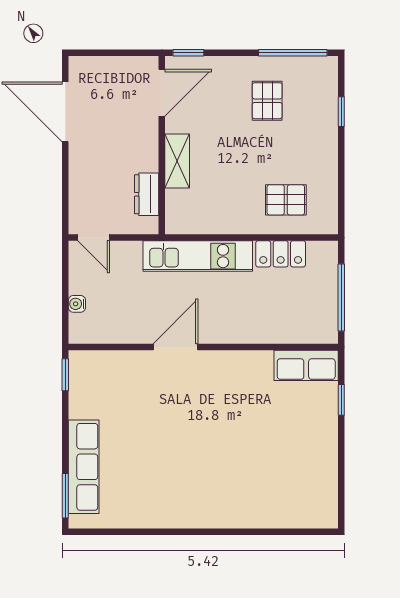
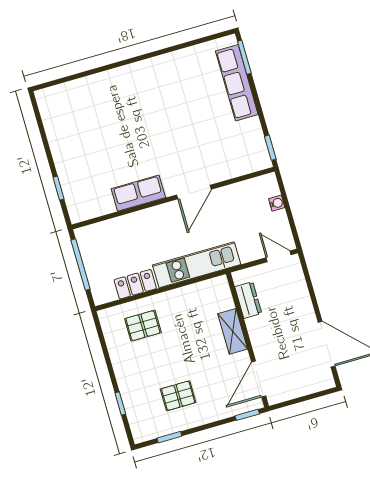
window: (293, 53) -> (169, 437), width x0.46
pallet: (267, 101) -> (178, 396), turned 90
row of seats: (306, 365) -> (138, 193), moved

